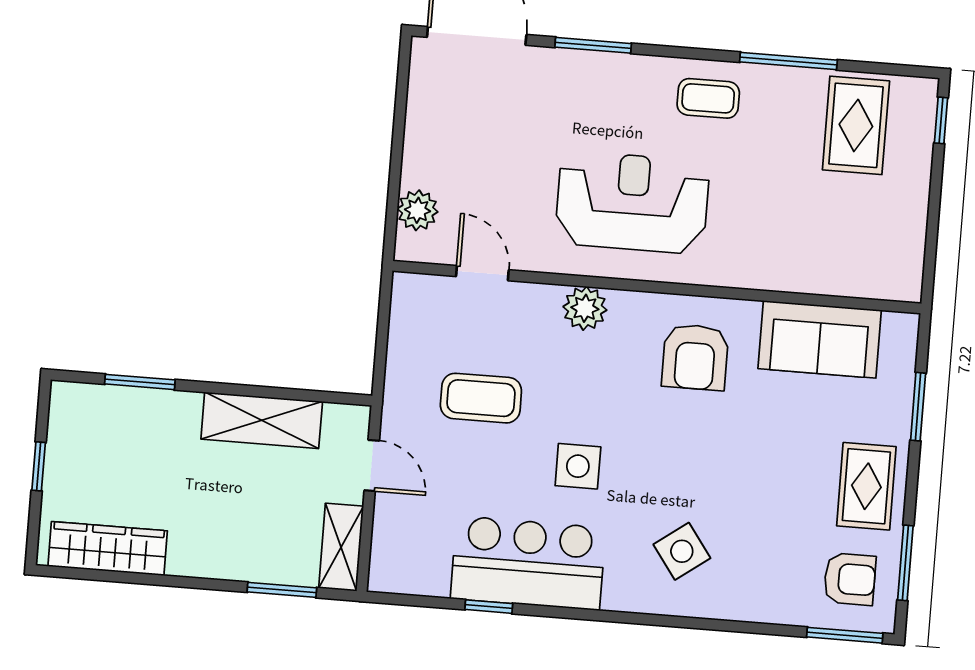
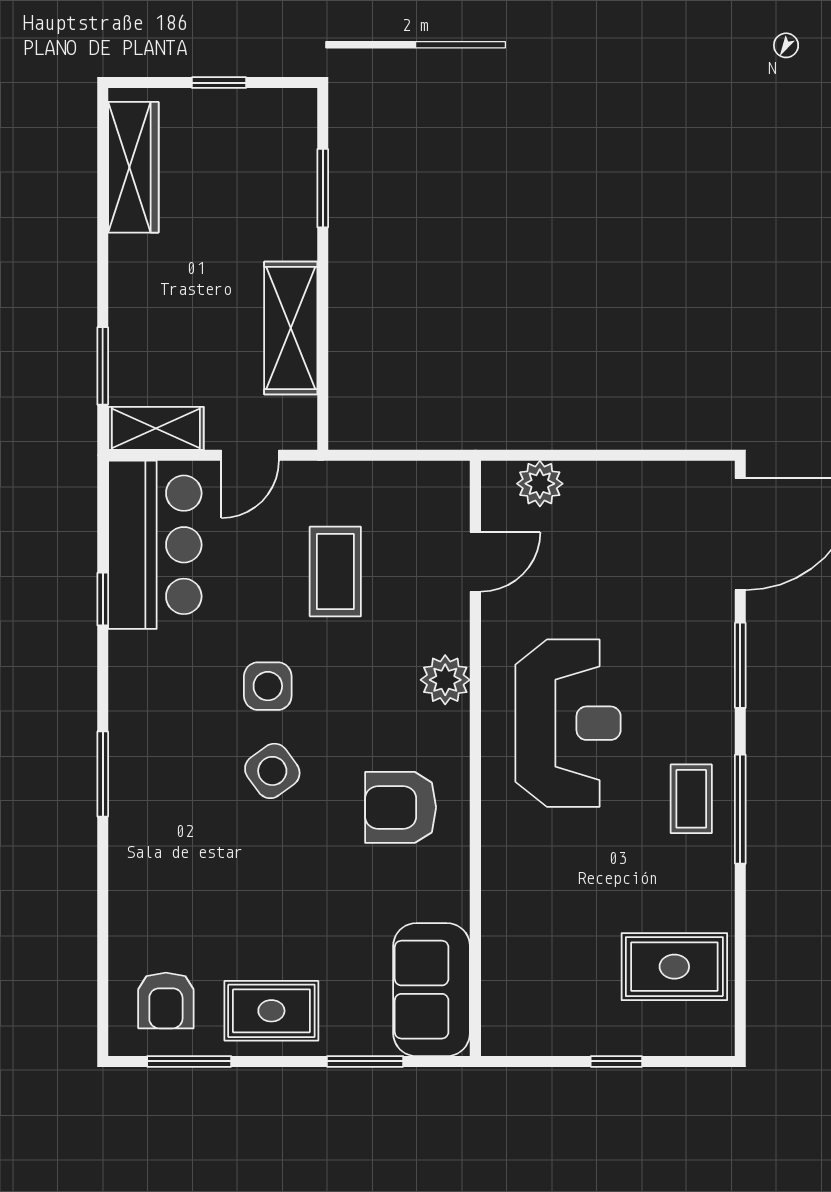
window: (788, 61) -> (740, 809), moved
window: (941, 120) -> (616, 1061), moved
sofa: (820, 339) -> (432, 990), moved
side table: (682, 551) -> (272, 771), moved
bar counter: (528, 563) -> (155, 545), moved
window: (845, 635) -> (103, 774), moved

